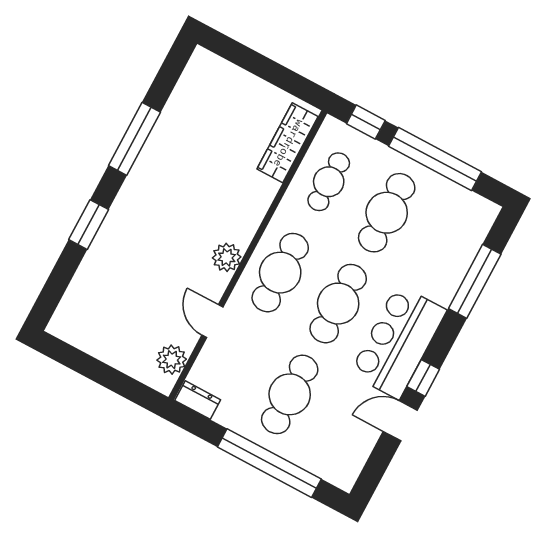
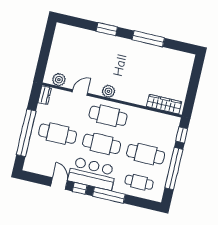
cafe table: (329, 182) -> (139, 182), moved
window: (475, 281) -> (109, 195), moved

